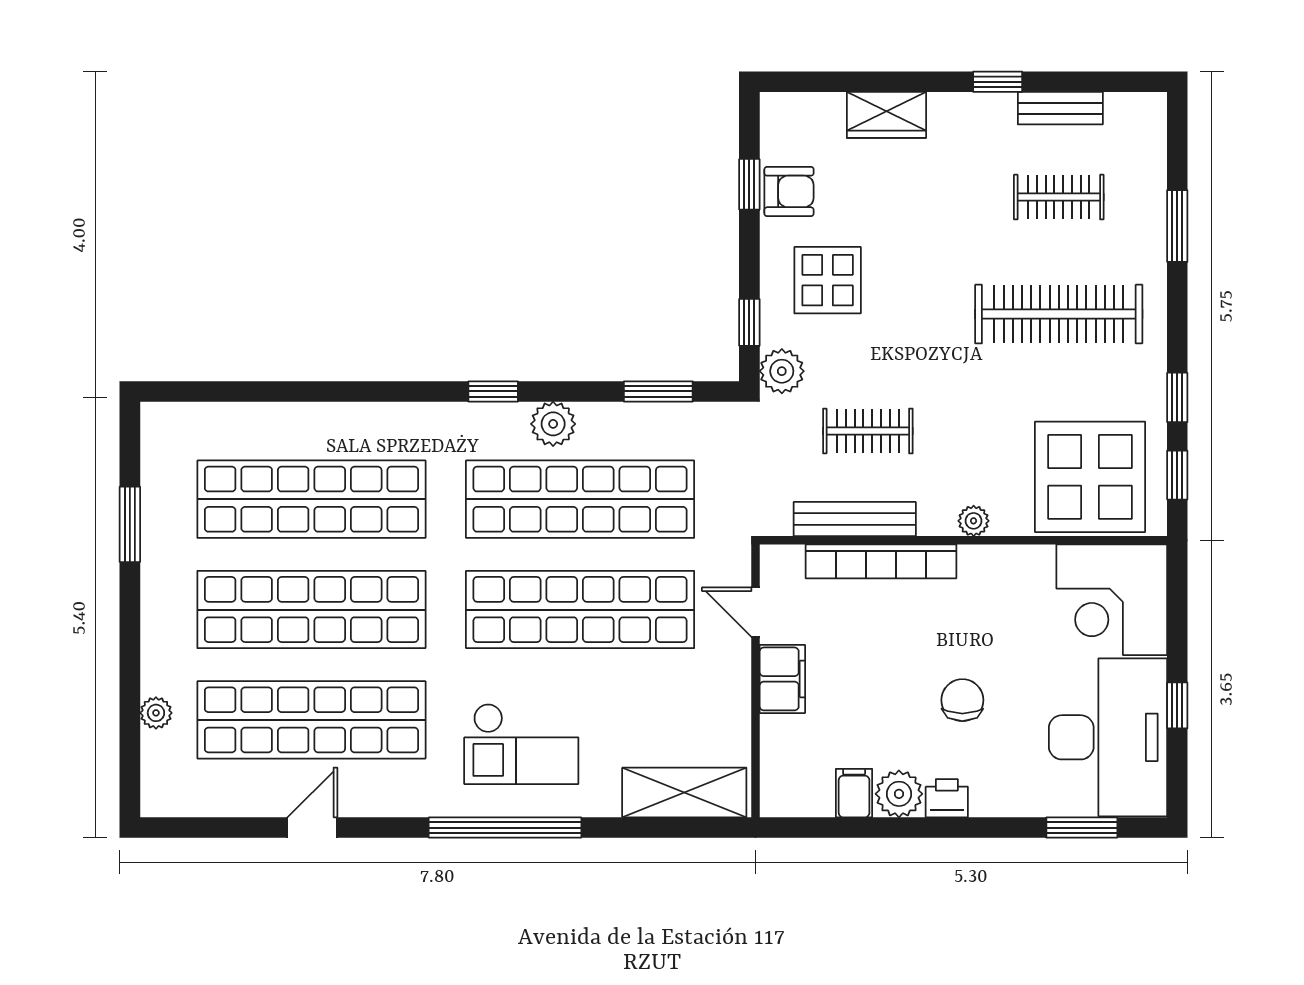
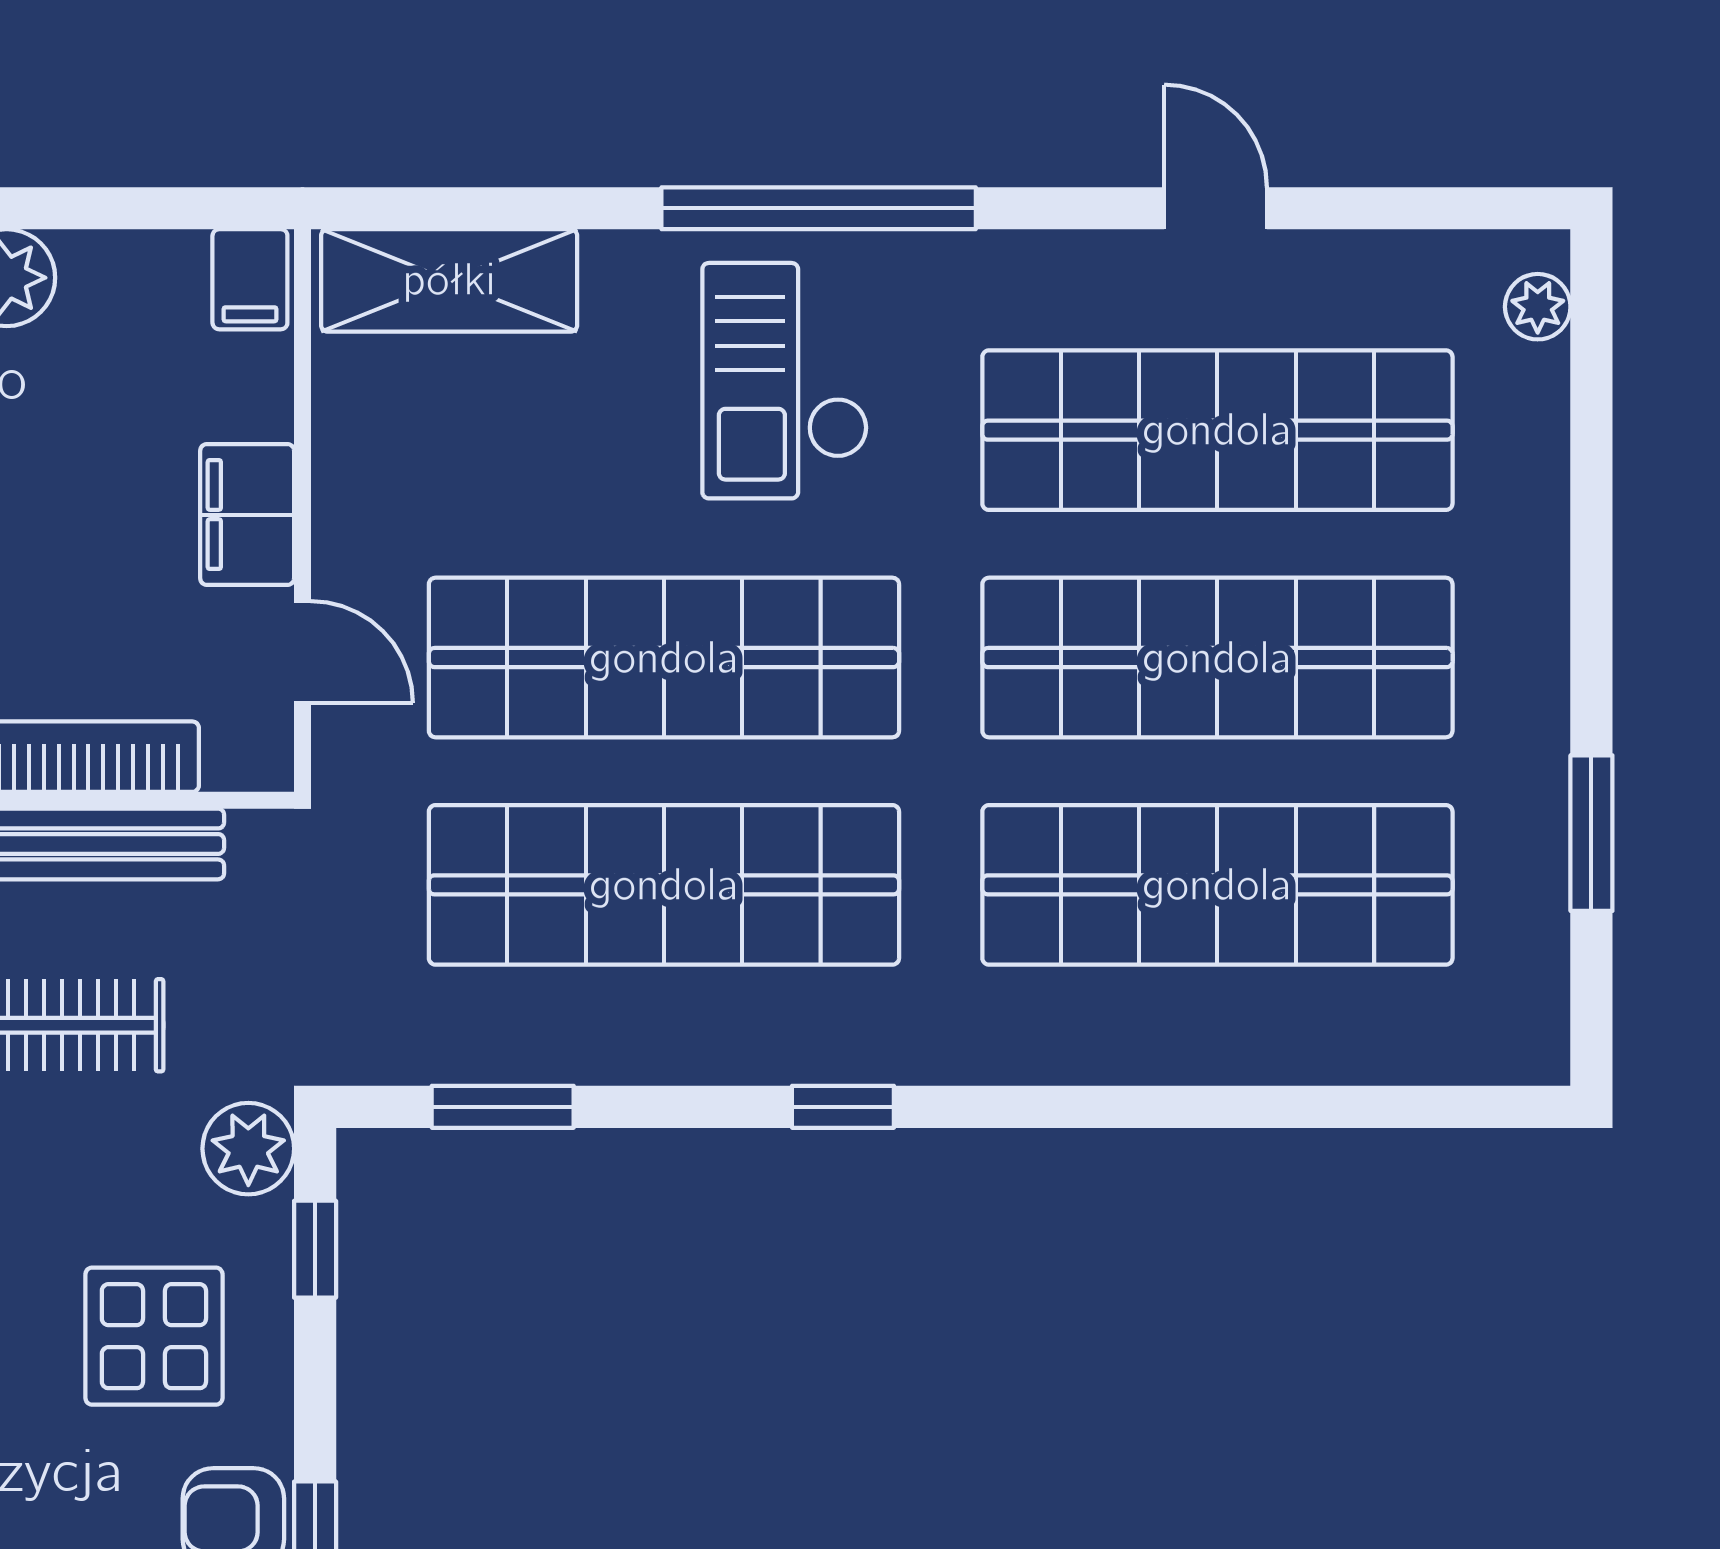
plant: (553, 424) -> (719, 1040), removed
plant: (156, 713) -> (1538, 307), moved
checkout: (521, 744) -> (785, 381), turned -90
filing cabinet: (854, 793) -> (250, 279), moved
door: (312, 828) -> (1216, 208), swing flipped

